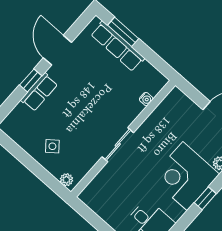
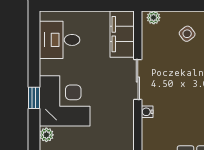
water cooler: (146, 99) -> (147, 112), moved
filing cabinet: (100, 188) -> (122, 34), added

